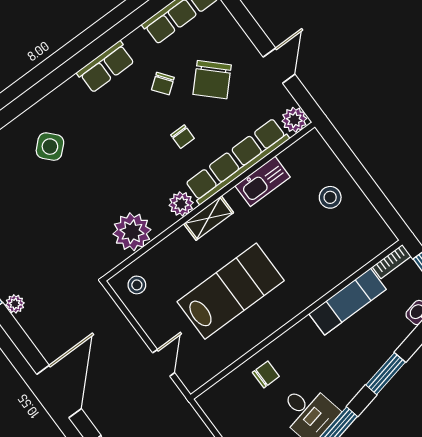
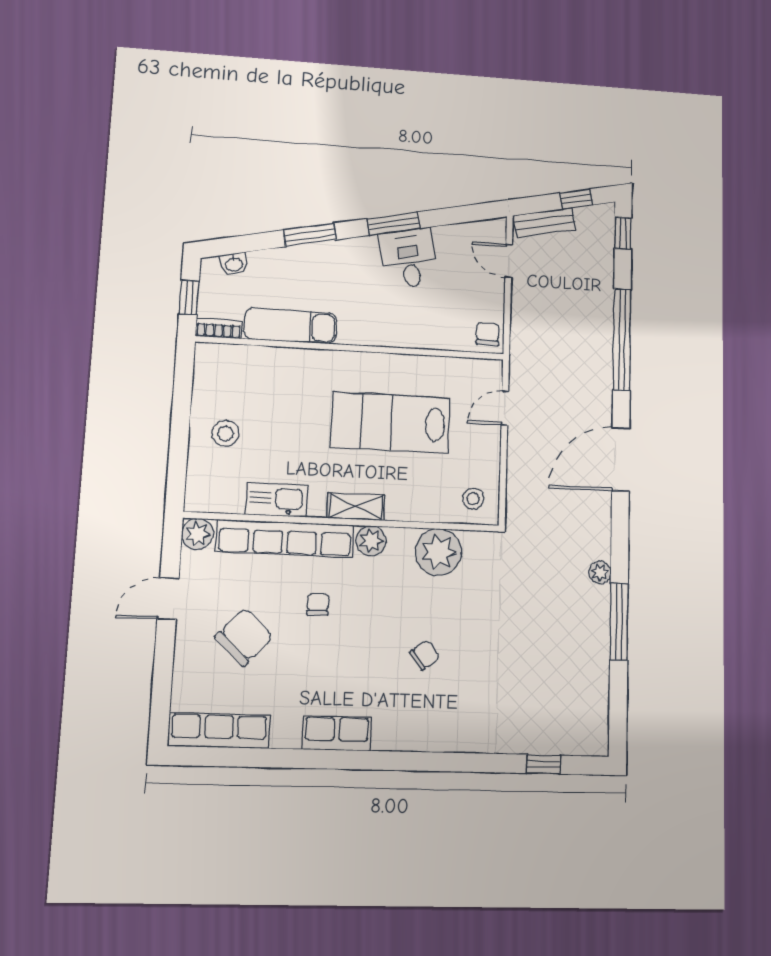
chair: (163, 84) -> (425, 655), moved
side table: (50, 147) -> (452, 697), removed
chair: (266, 374) -> (488, 334), moved, turned 90

